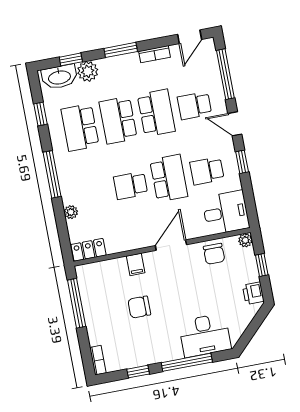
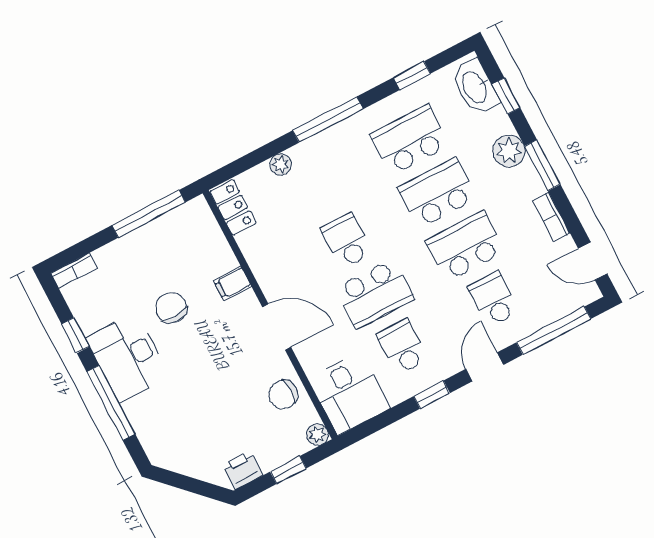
plant: (88, 71) -> (509, 151), moved
school desk: (156, 113) -> (465, 246), turned 180
desk: (205, 335) -> (128, 357), moved

